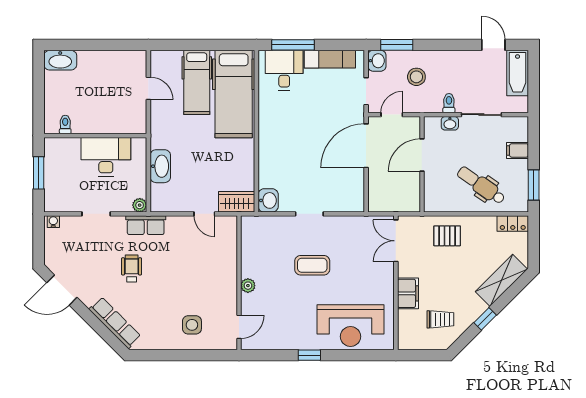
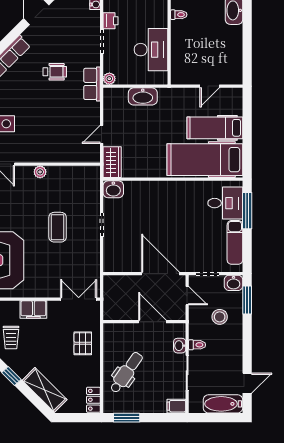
filing cabinet: (517, 150) -> (176, 406), moved, turned -90
printer: (72, 204) -> (111, 21), added

